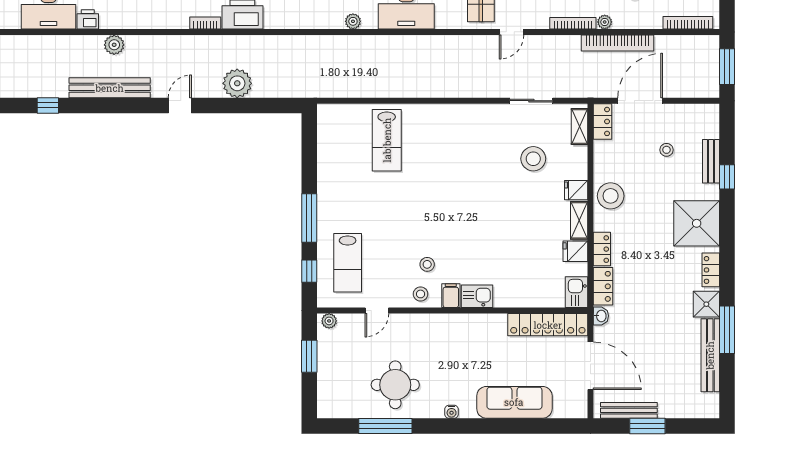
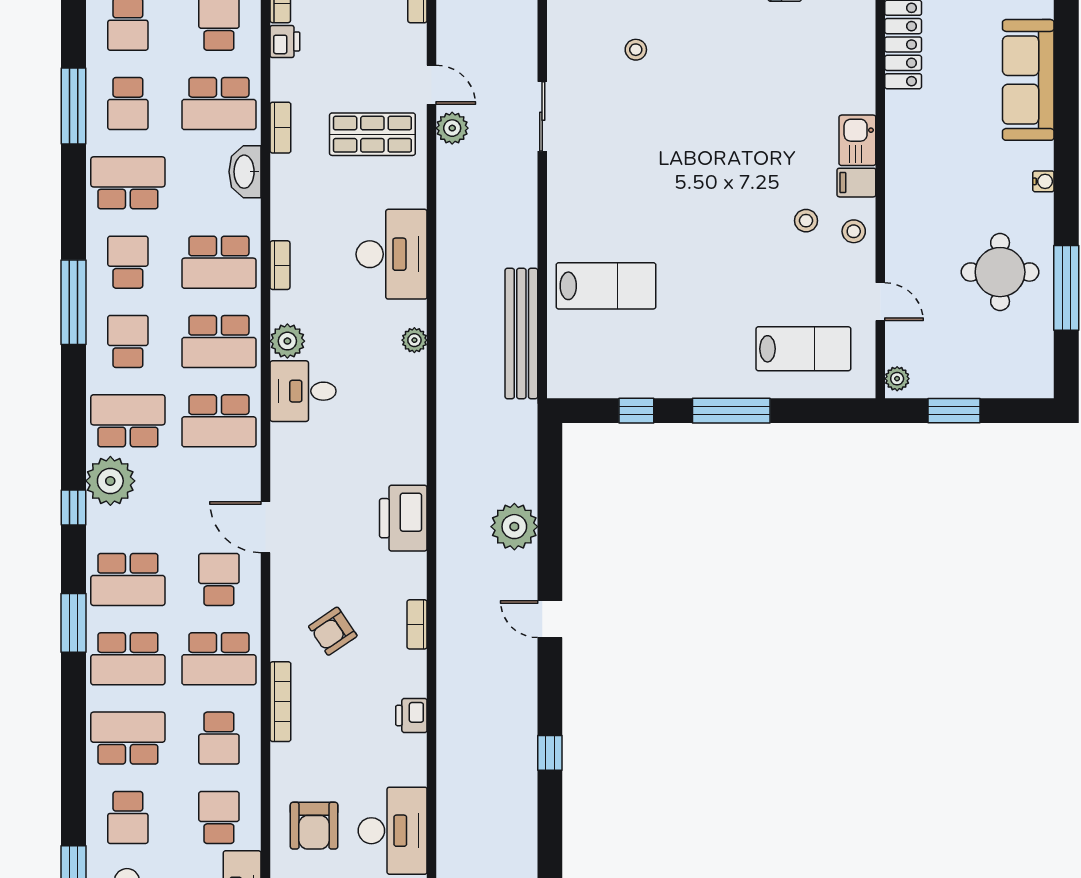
printer: (88, 19) -> (411, 715), moved
bookcase: (205, 23) -> (417, 624), moved
plant: (114, 45) -> (452, 128), moved
bench: (110, 88) -> (521, 333), moved
sliding door: (531, 101) -> (542, 116), moved
window: (48, 105) -> (550, 753), moved
stool: (533, 159) -> (636, 50), width x0.53, depth x0.53
window: (309, 271) -> (636, 411), moved

